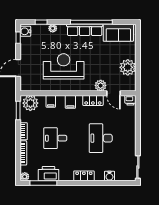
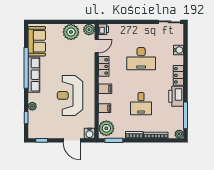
water cooler: (25, 31) -> (90, 133), moved
plant: (101, 86) -> (89, 30), moved
printer: (48, 174) -> (176, 96), moved

